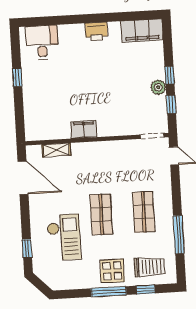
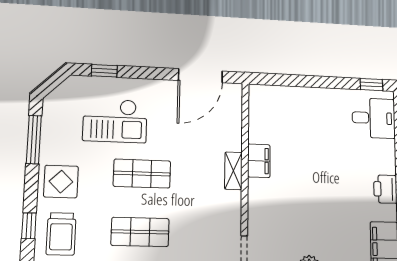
window: (17, 78) -> (371, 85), moved
shelving: (56, 150) -> (233, 171), moved
window: (109, 292) -> (34, 140), moved

